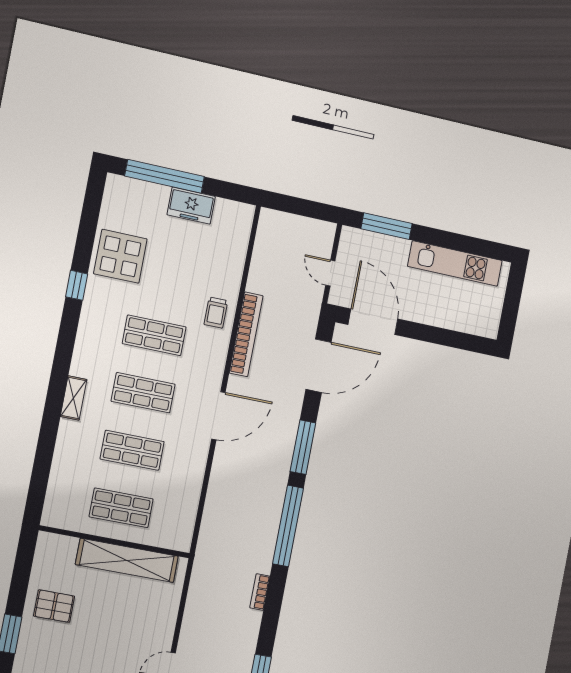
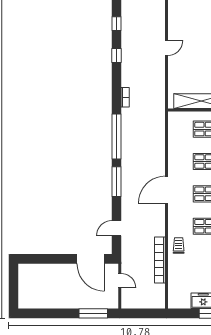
kitchen unit: (455, 263) -> (50, 301), removed
bookcase: (246, 334) -> (160, 260), moved
door: (319, 366) -> (116, 228), width x0.53

